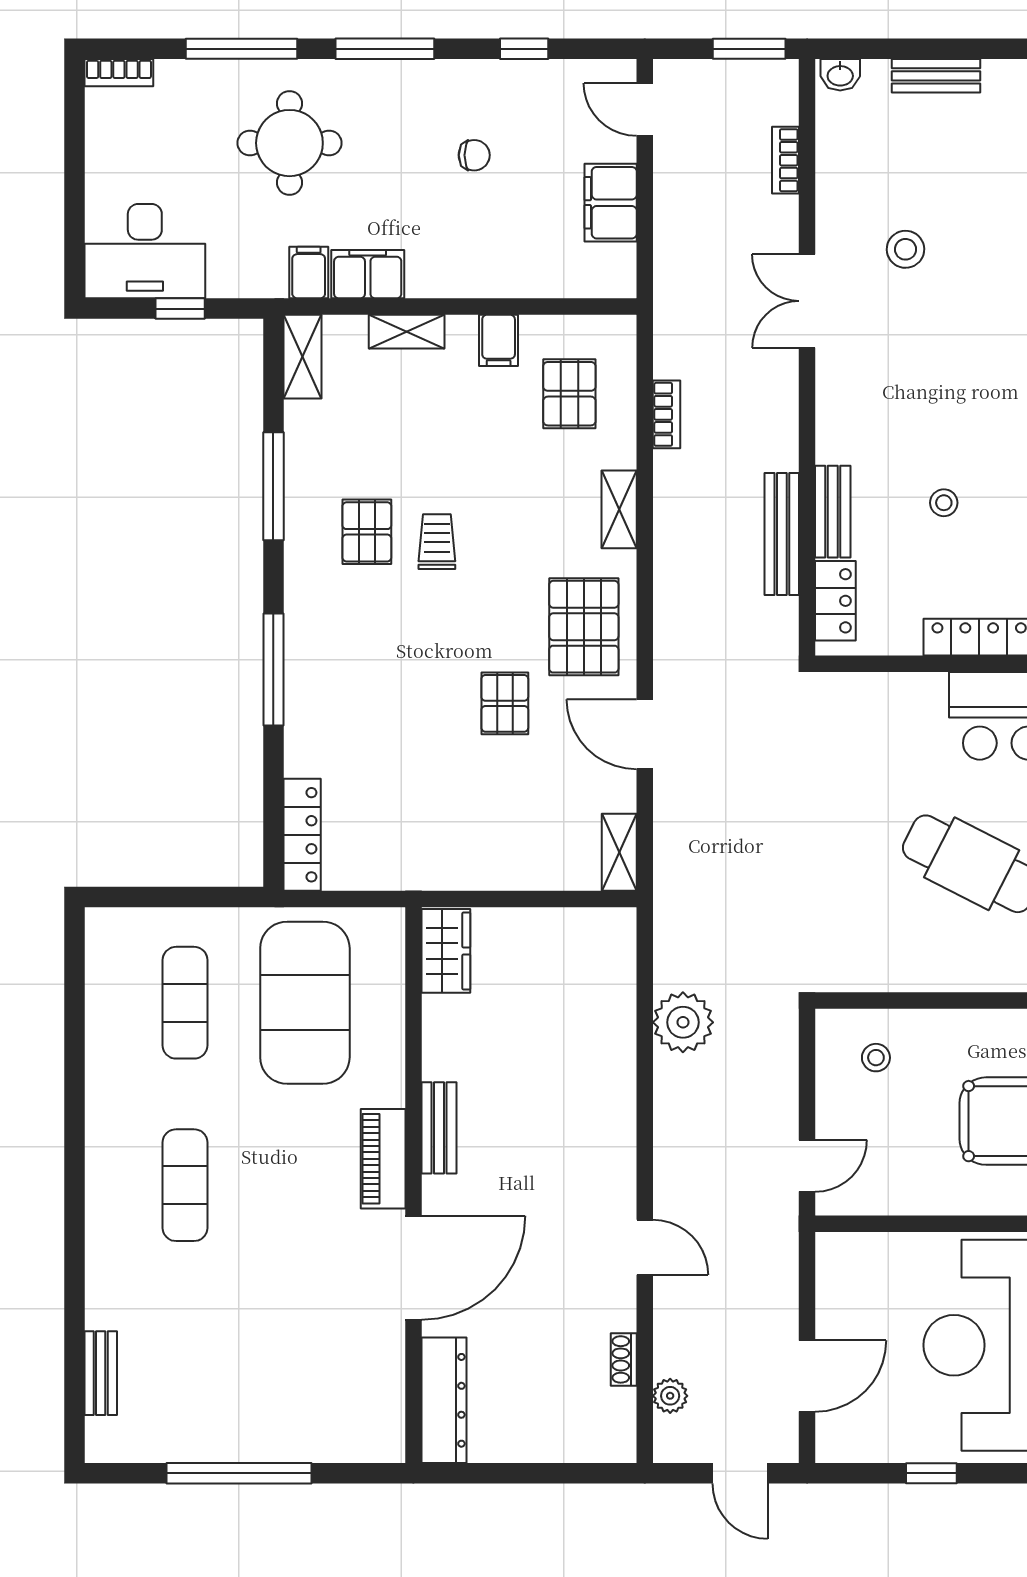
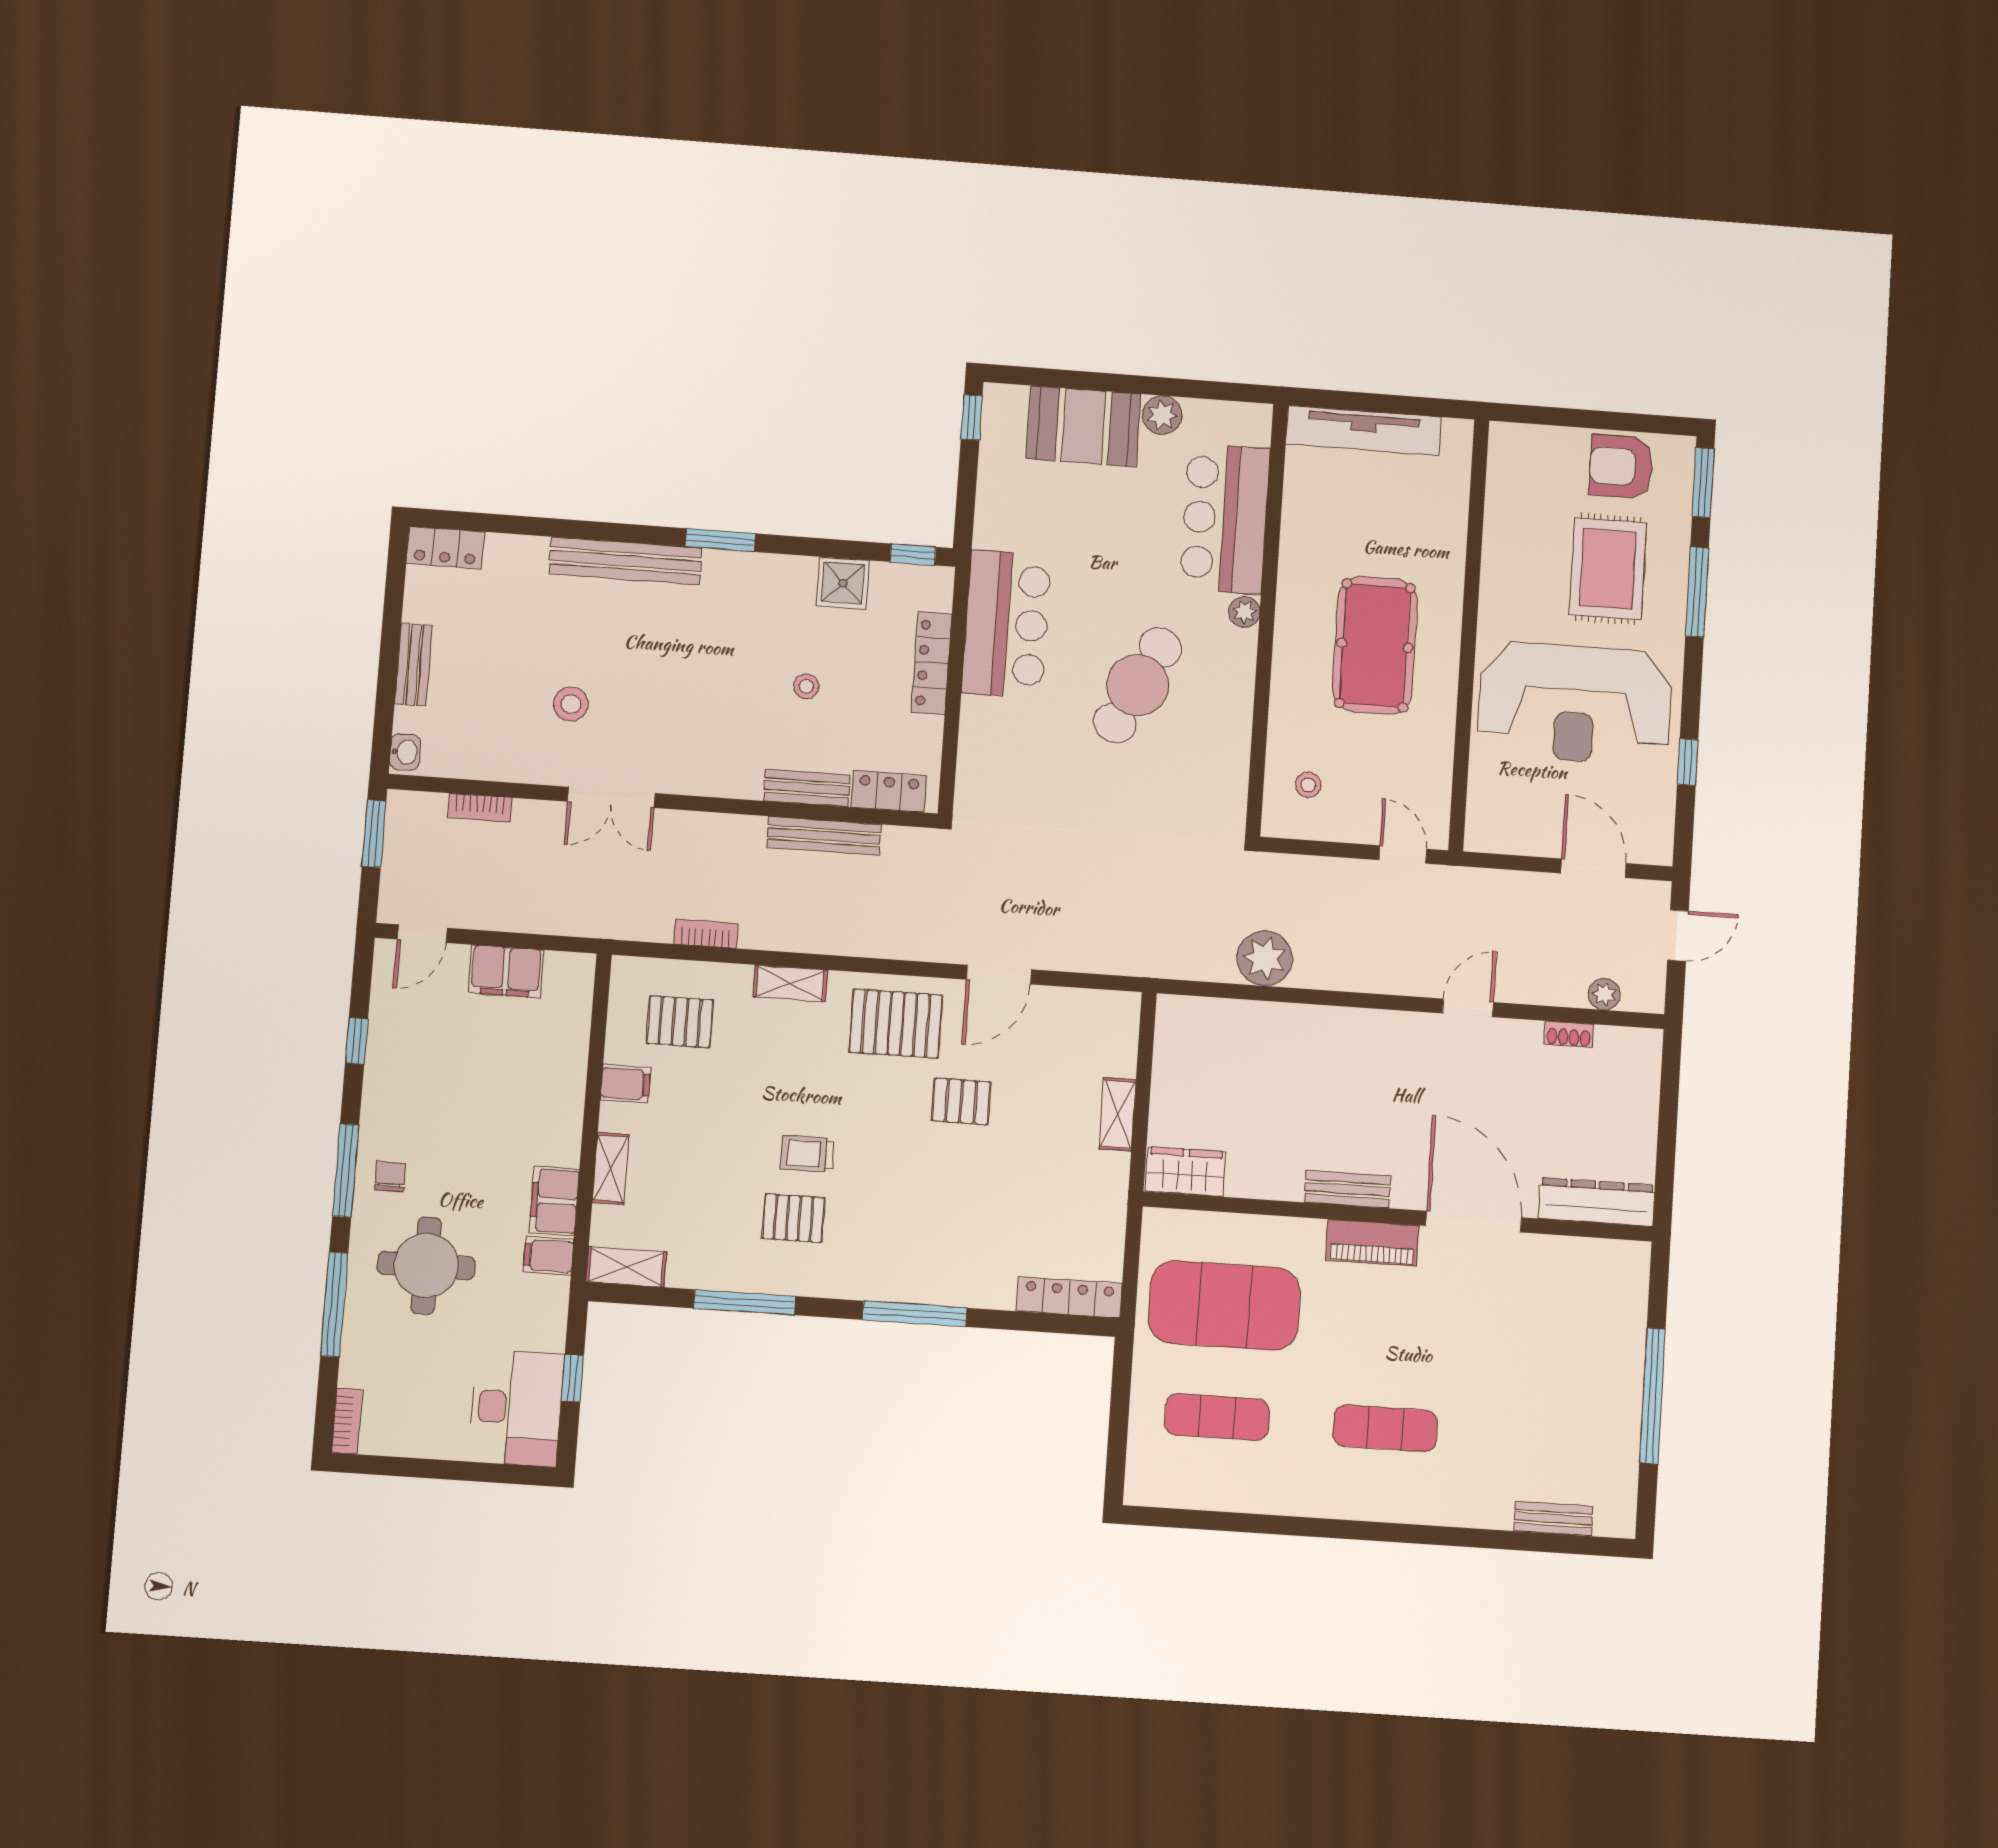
chair: (474, 155) -> (390, 1176), moved
shelving: (619, 852) -> (1118, 1114), moved, turned 90

